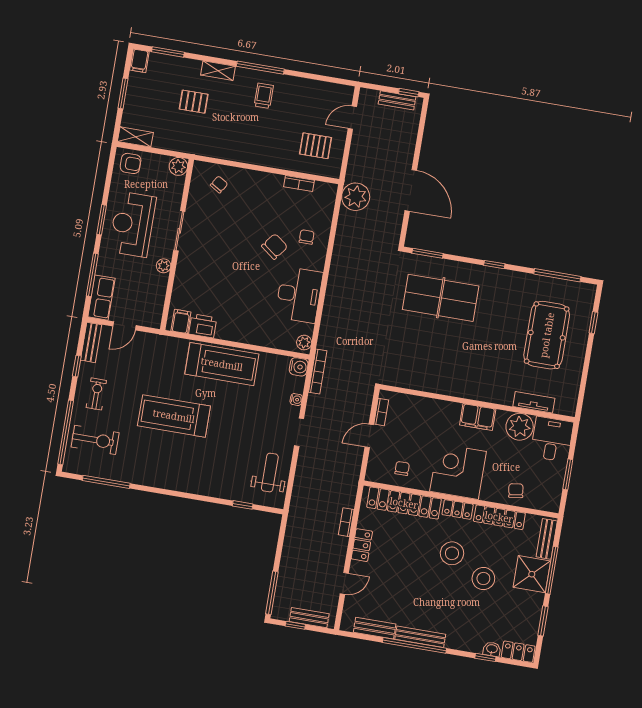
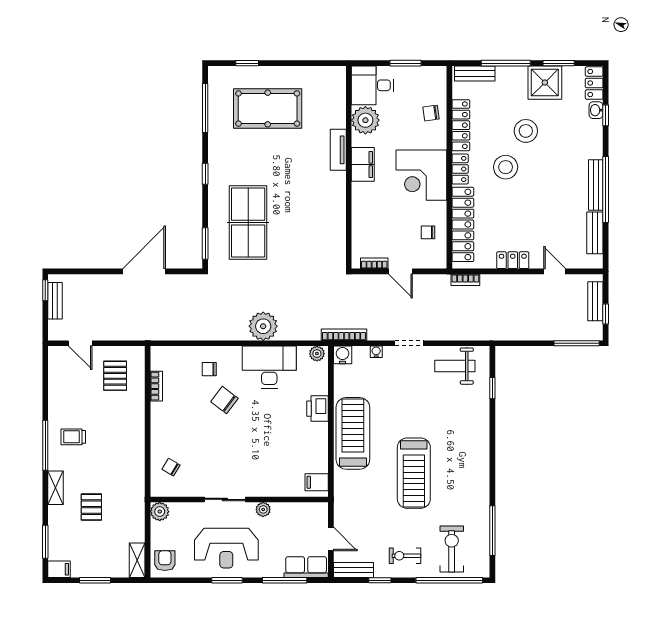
plant: (356, 197) -> (263, 326), moved
printer: (203, 326) -> (317, 409), moved
tv unit: (534, 402) -> (338, 150), moved
bookcase: (346, 522) -> (465, 280), moved
shower: (532, 574) -> (545, 83), moved

